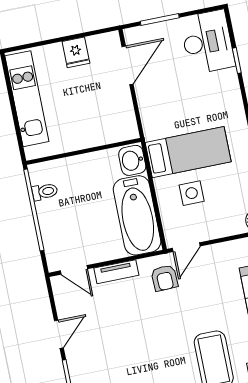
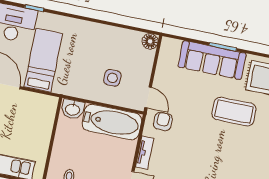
bed: (188, 152) -> (43, 60), moved
armchair: (164, 278) -> (163, 121), turned -88

